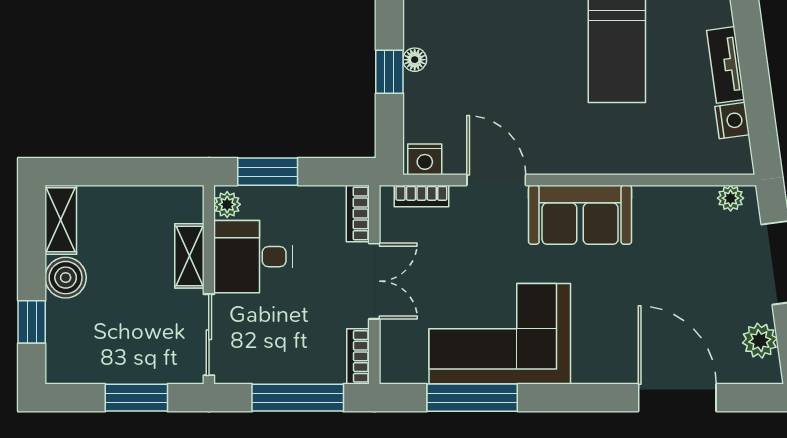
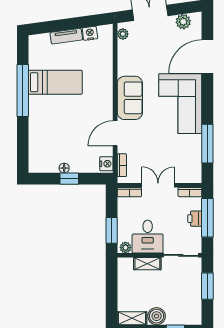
corner sofa: (500, 334) -> (180, 104), moved
printer: (295, 368) -> (195, 219), added

